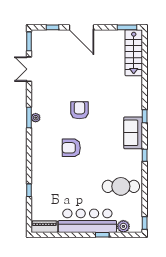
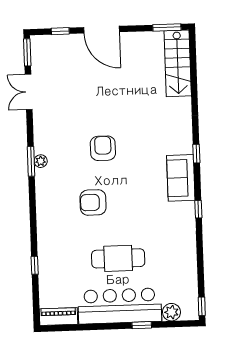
cafe table: (121, 186) -> (118, 258), moved

